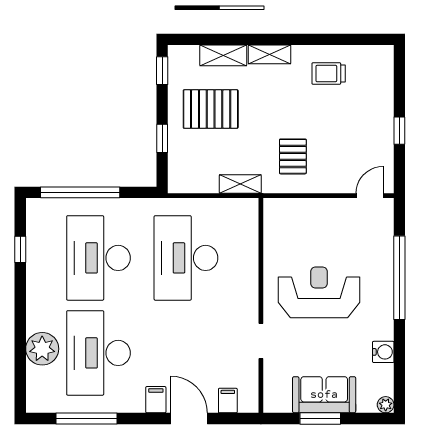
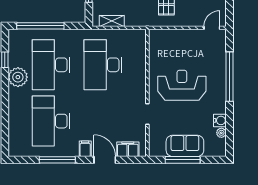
shelving: (240, 184) -> (112, 21), moved
plant: (42, 349) -> (18, 77), moved
filing cabinet: (228, 401) -> (128, 149), width x2.00
plant: (386, 405) -> (221, 133), moved
window: (87, 419) -> (57, 160), moved
window: (320, 419) -> (183, 160), width x1.44

